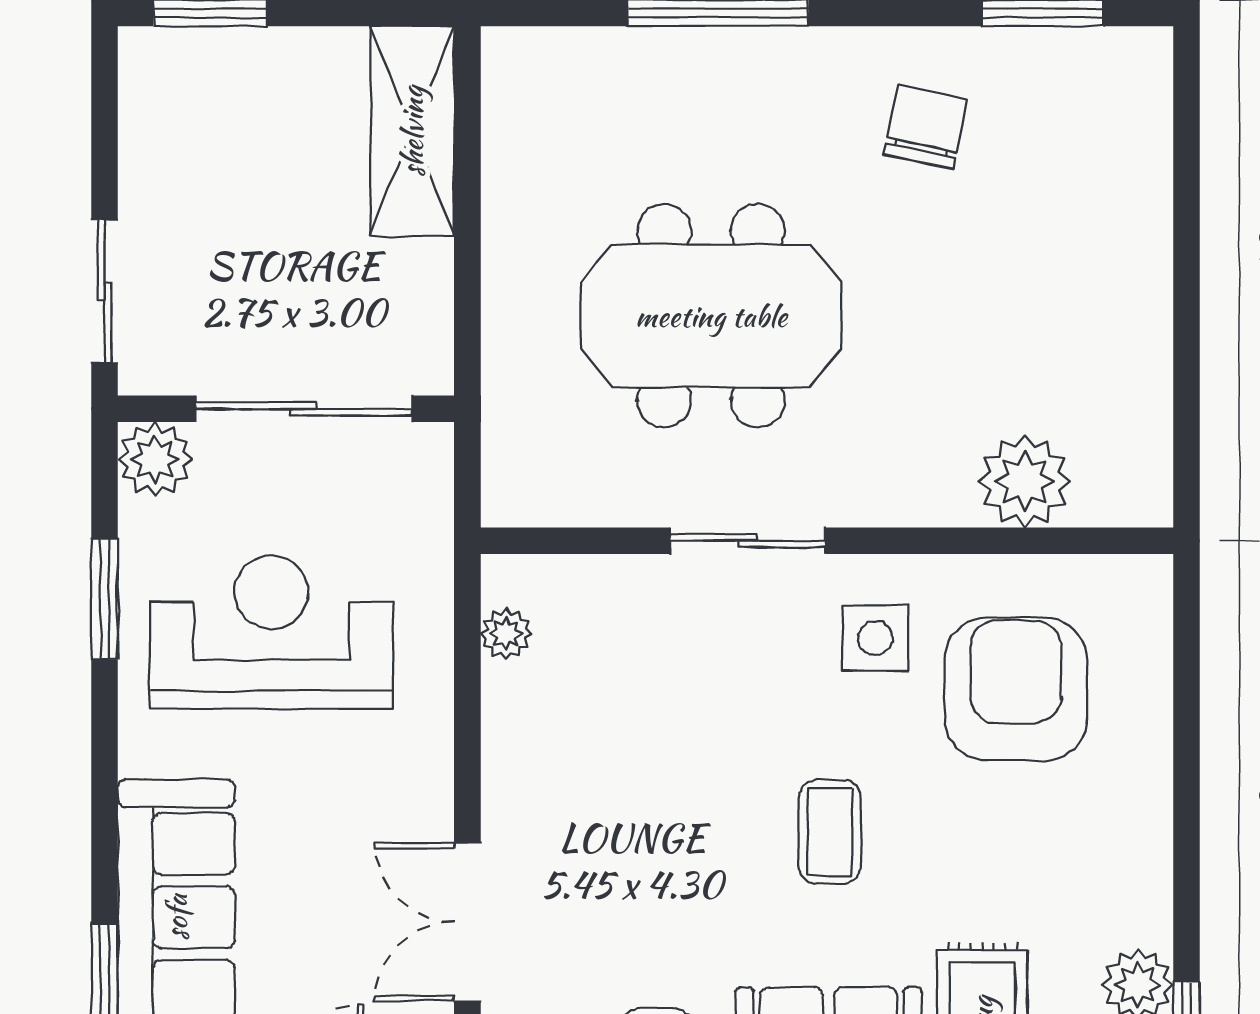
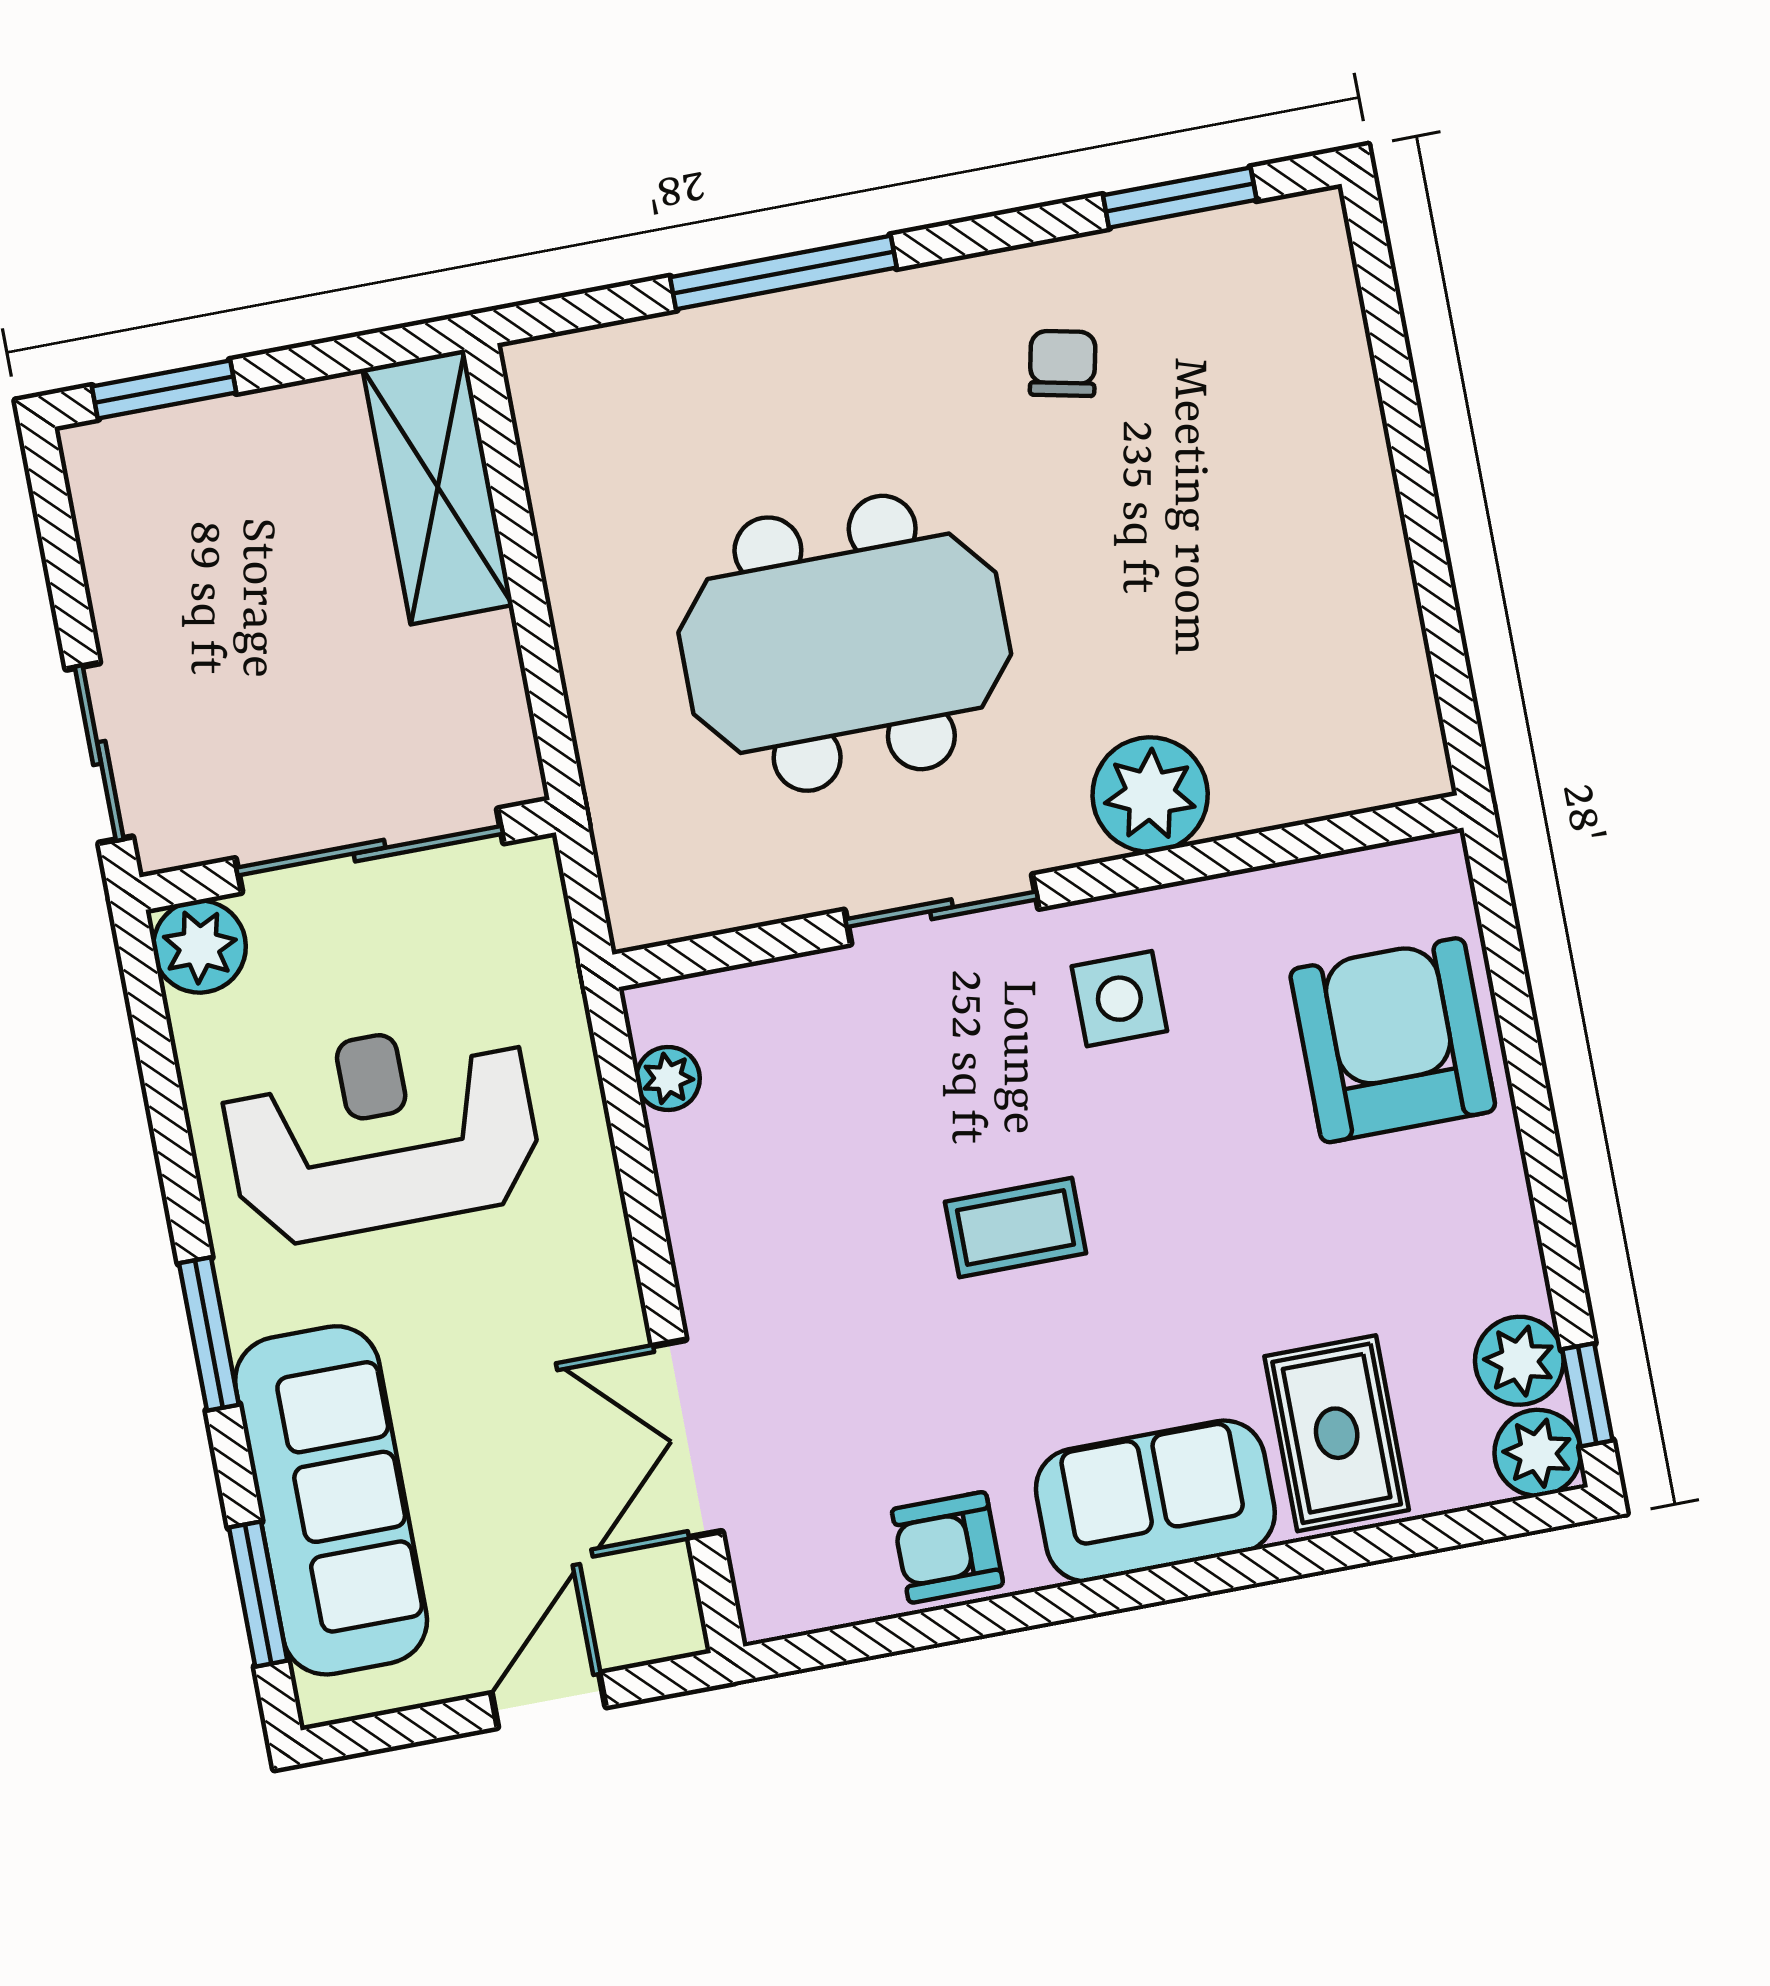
chair: (925, 127) -> (1063, 363), width x0.73, depth x0.73
plant: (1025, 481) -> (1150, 795), moved
window: (105, 599) -> (209, 1334), moved
armchair: (1016, 689) -> (1393, 1040), moved
coffee table: (830, 832) -> (1016, 1227), moved, turned 90

